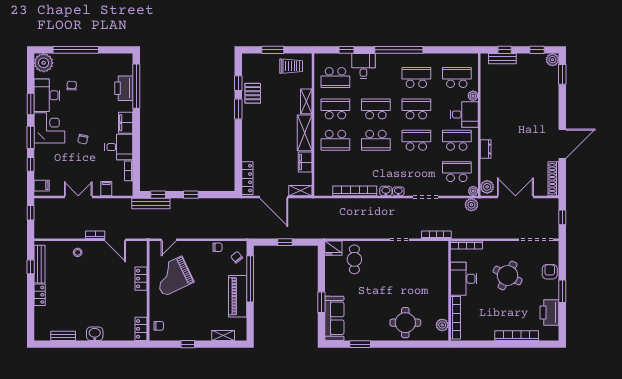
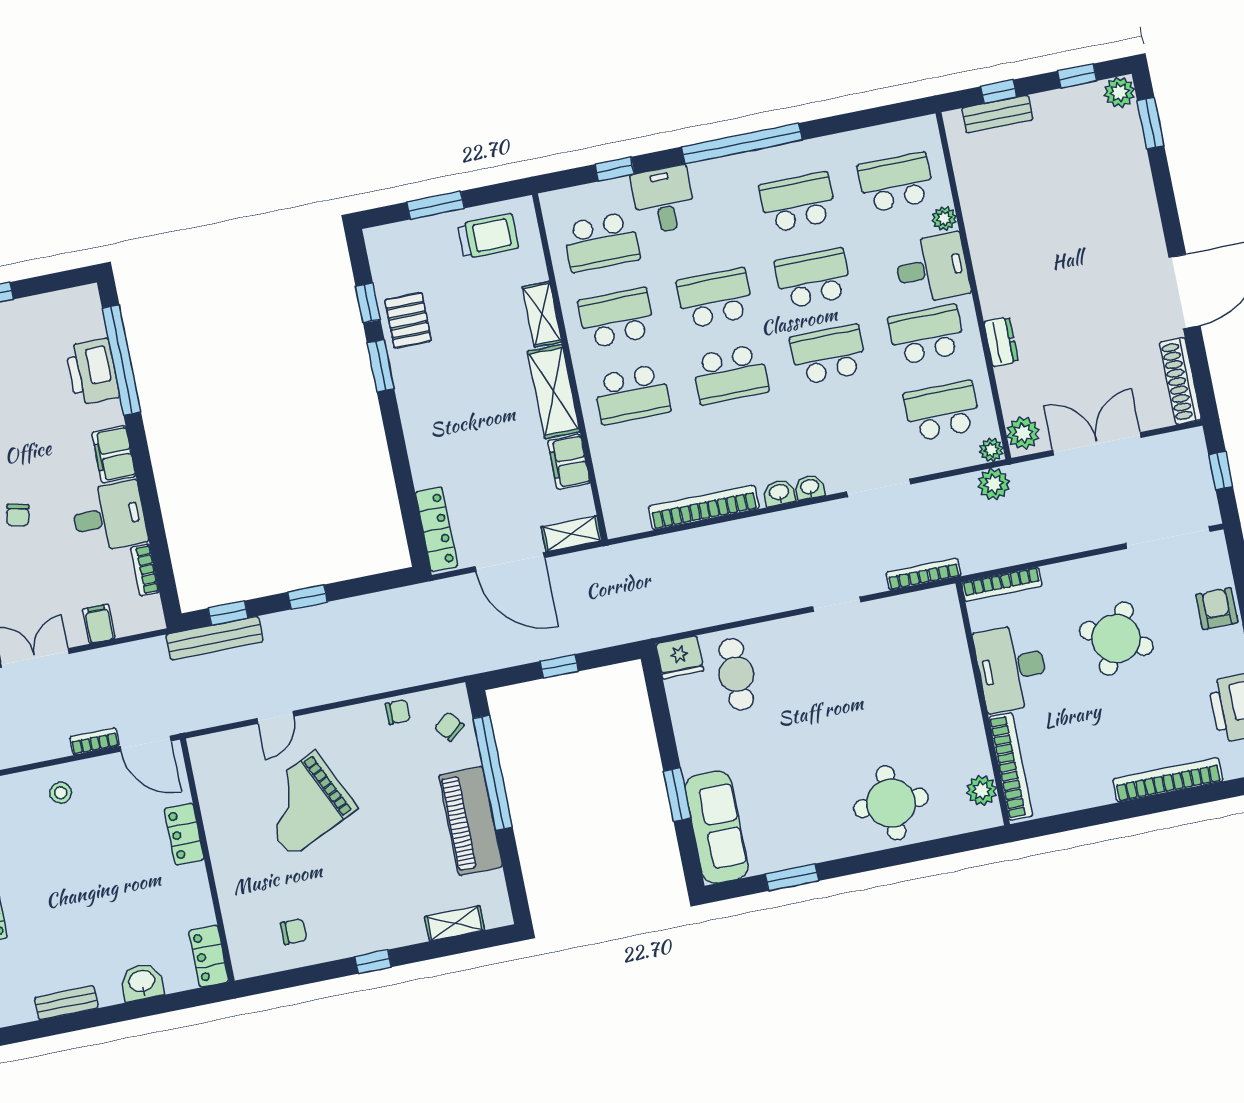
locker: (141, 279) -> (184, 834), moved
wall: (148, 291) -> (207, 860), moved
locker: (141, 329) -> (209, 956), moved

